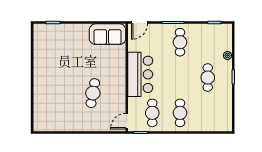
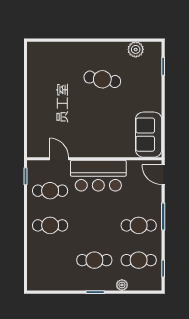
cafe table: (208, 42) -> (139, 260), added
plant: (40, 45) -> (136, 49), added
cafe table: (93, 93) -> (102, 79), moved
door: (127, 121) -> (59, 159), moved

